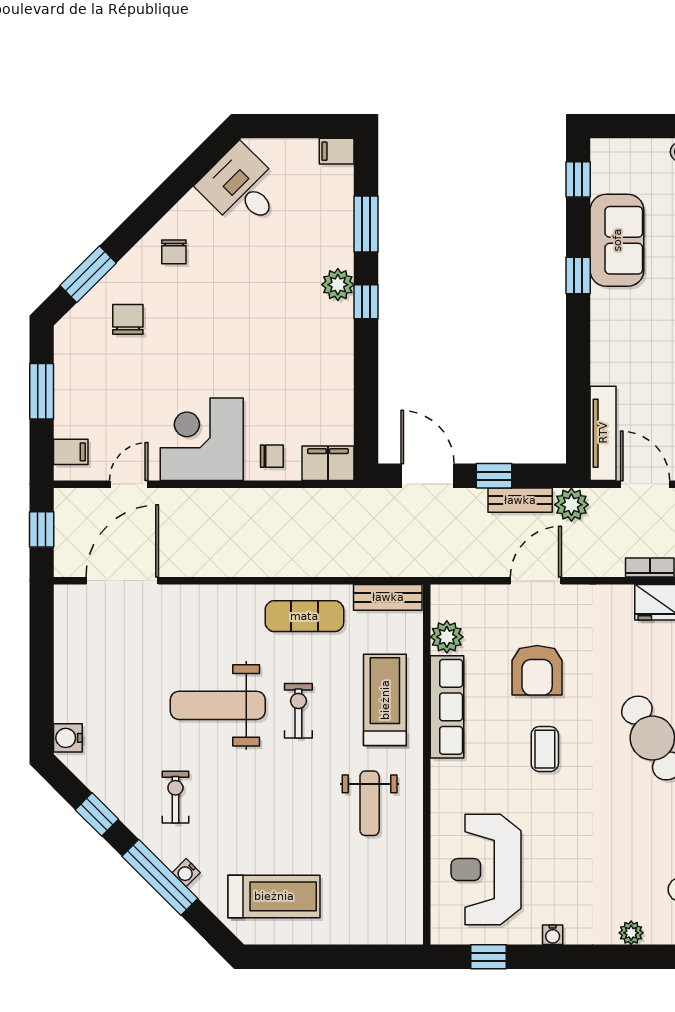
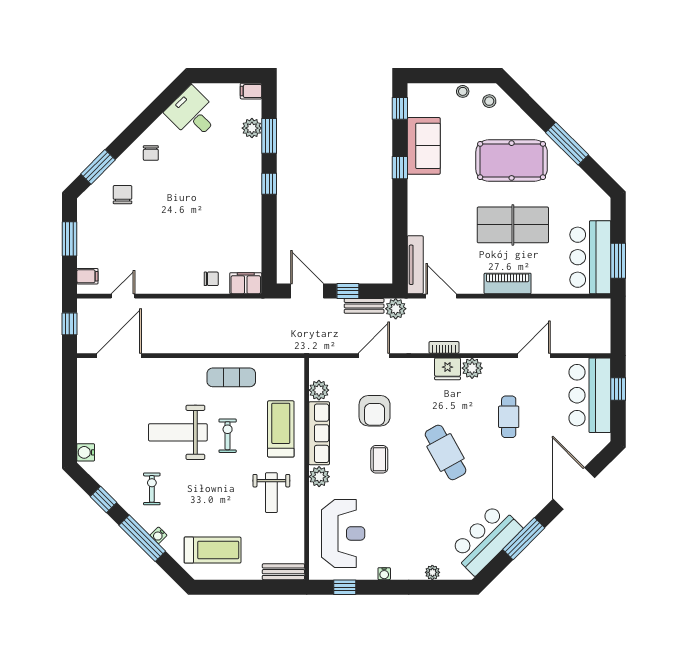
plant: (338, 285) -> (252, 128), moved
corner desk: (202, 439) -> (168, 268), removed
bench: (388, 597) -> (283, 572), moved
plant: (447, 777) -> (319, 477), added
reception desk: (486, 870) -> (343, 533), turned 180

